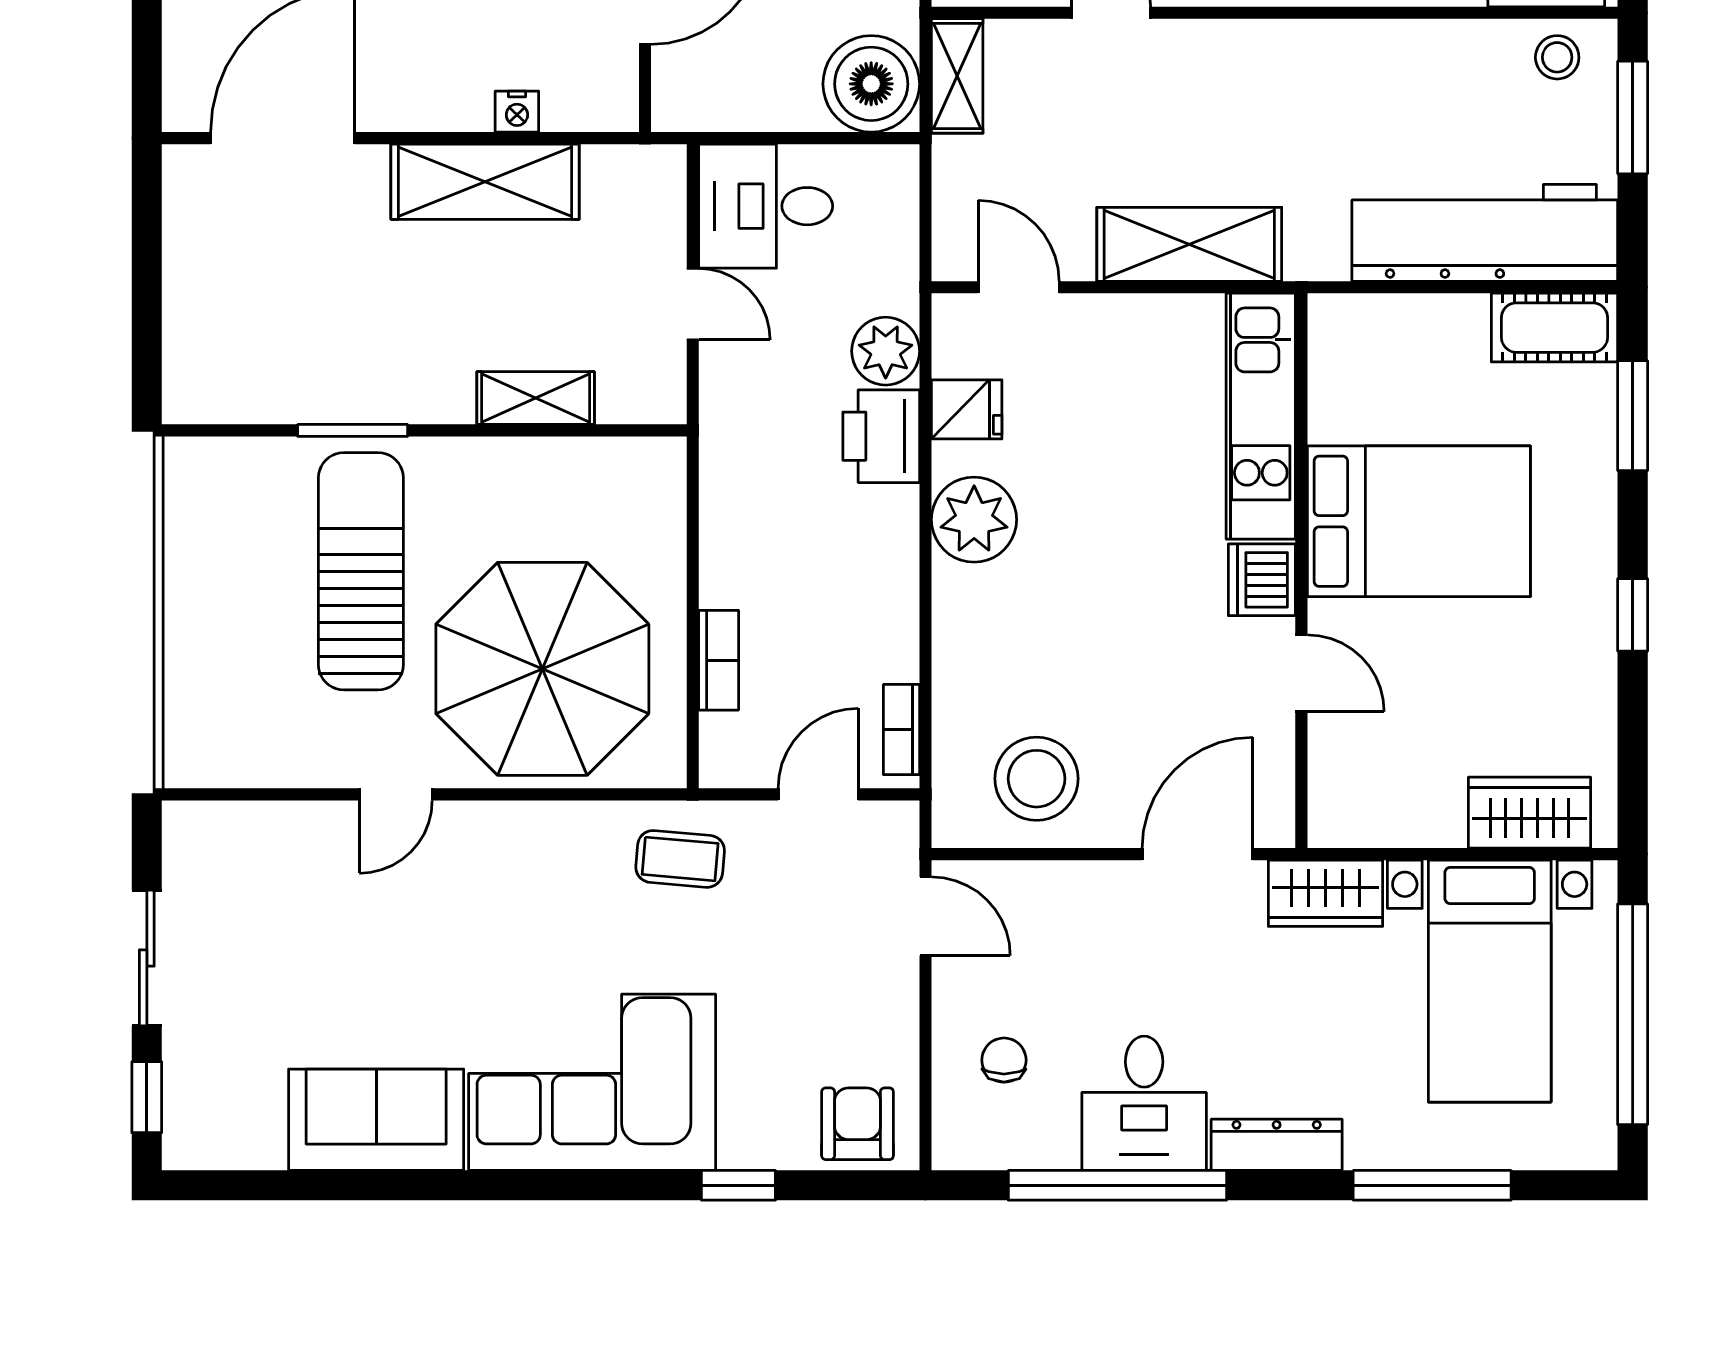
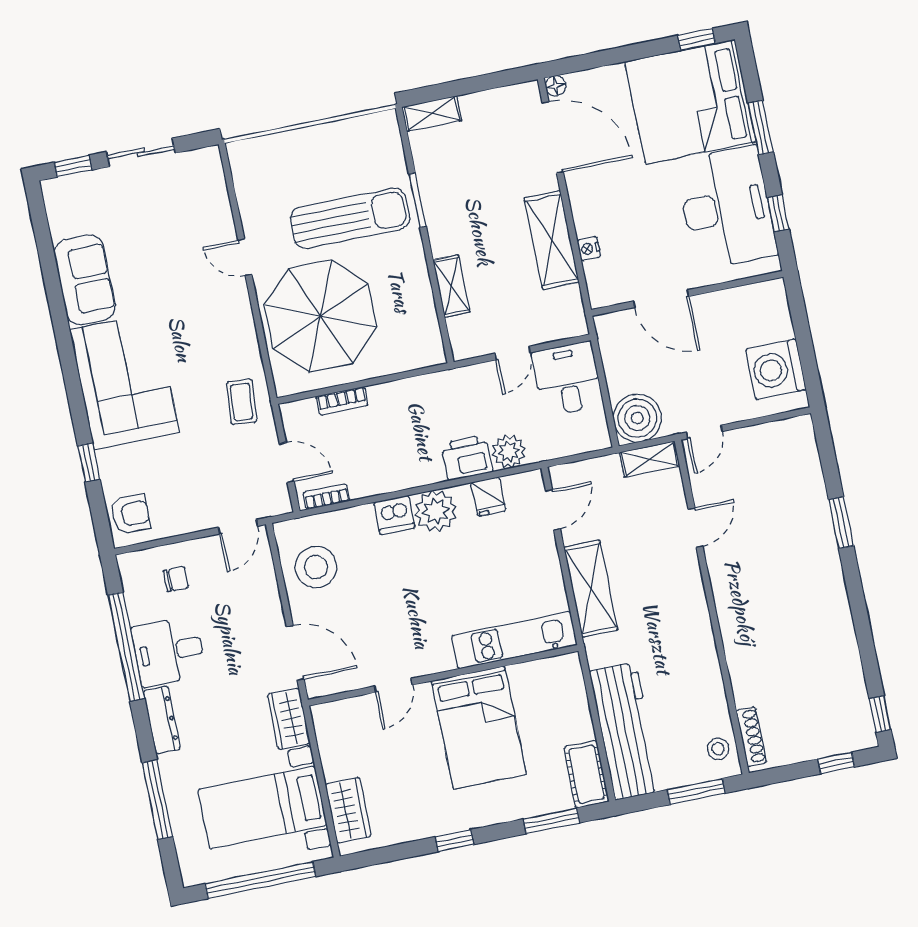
floor lamp: (182, 112) -> (556, 86), added
shelving: (187, 368) -> (432, 114), added
dishwasher: (1262, 580) -> (394, 515), moved, turned 180

